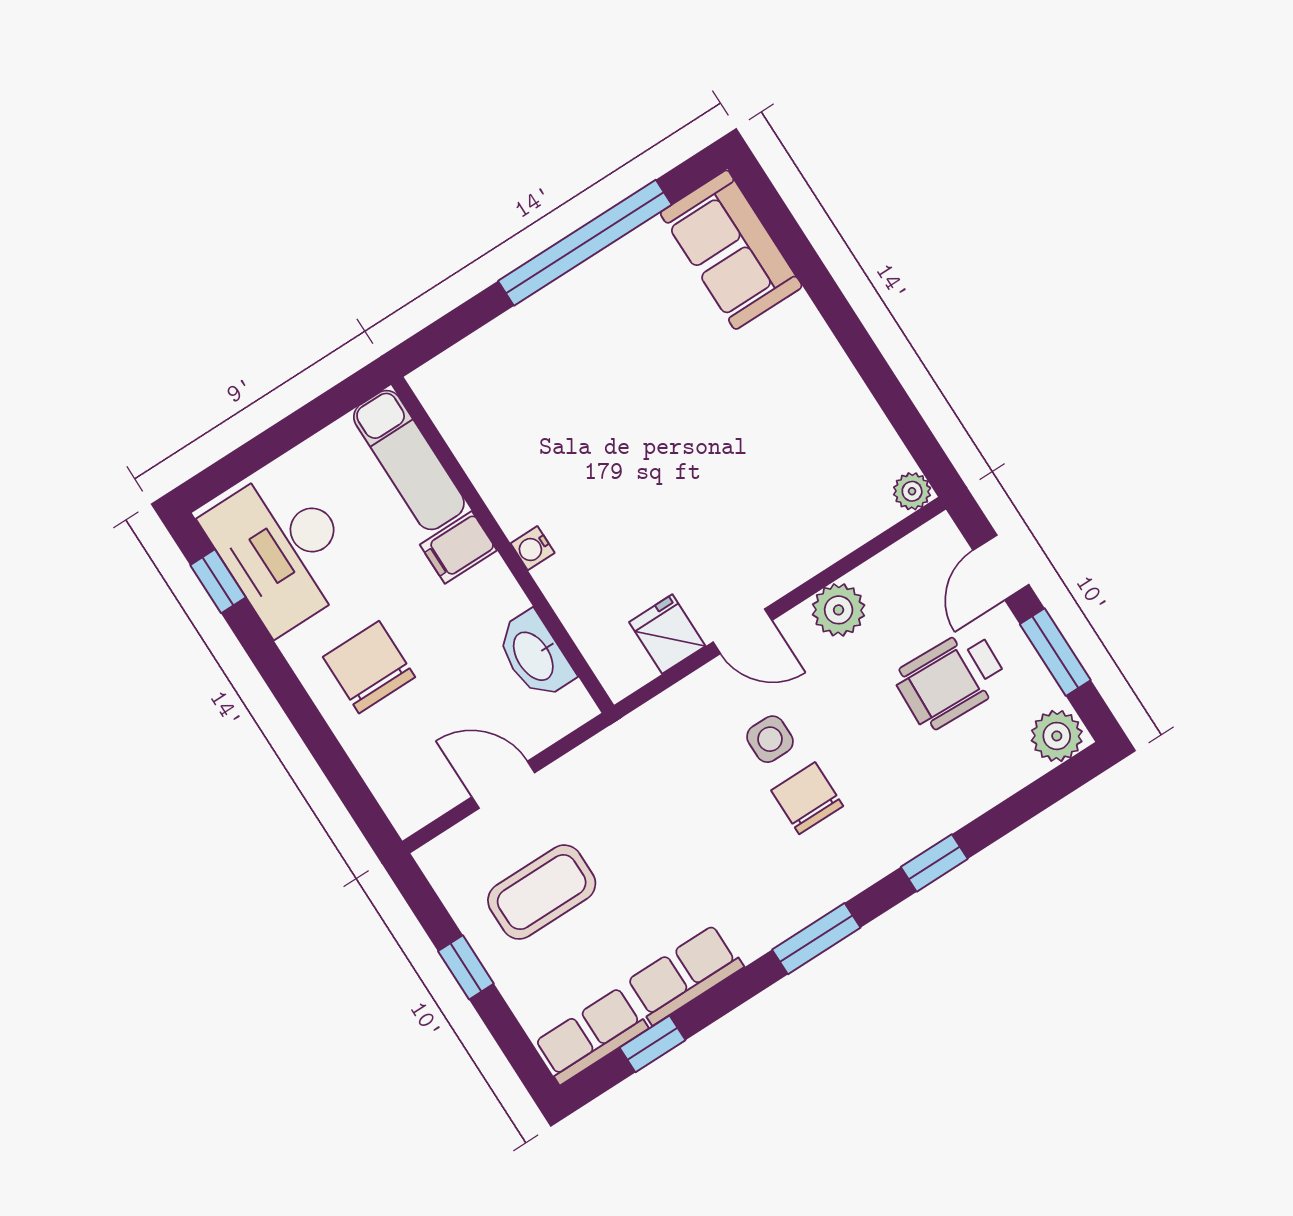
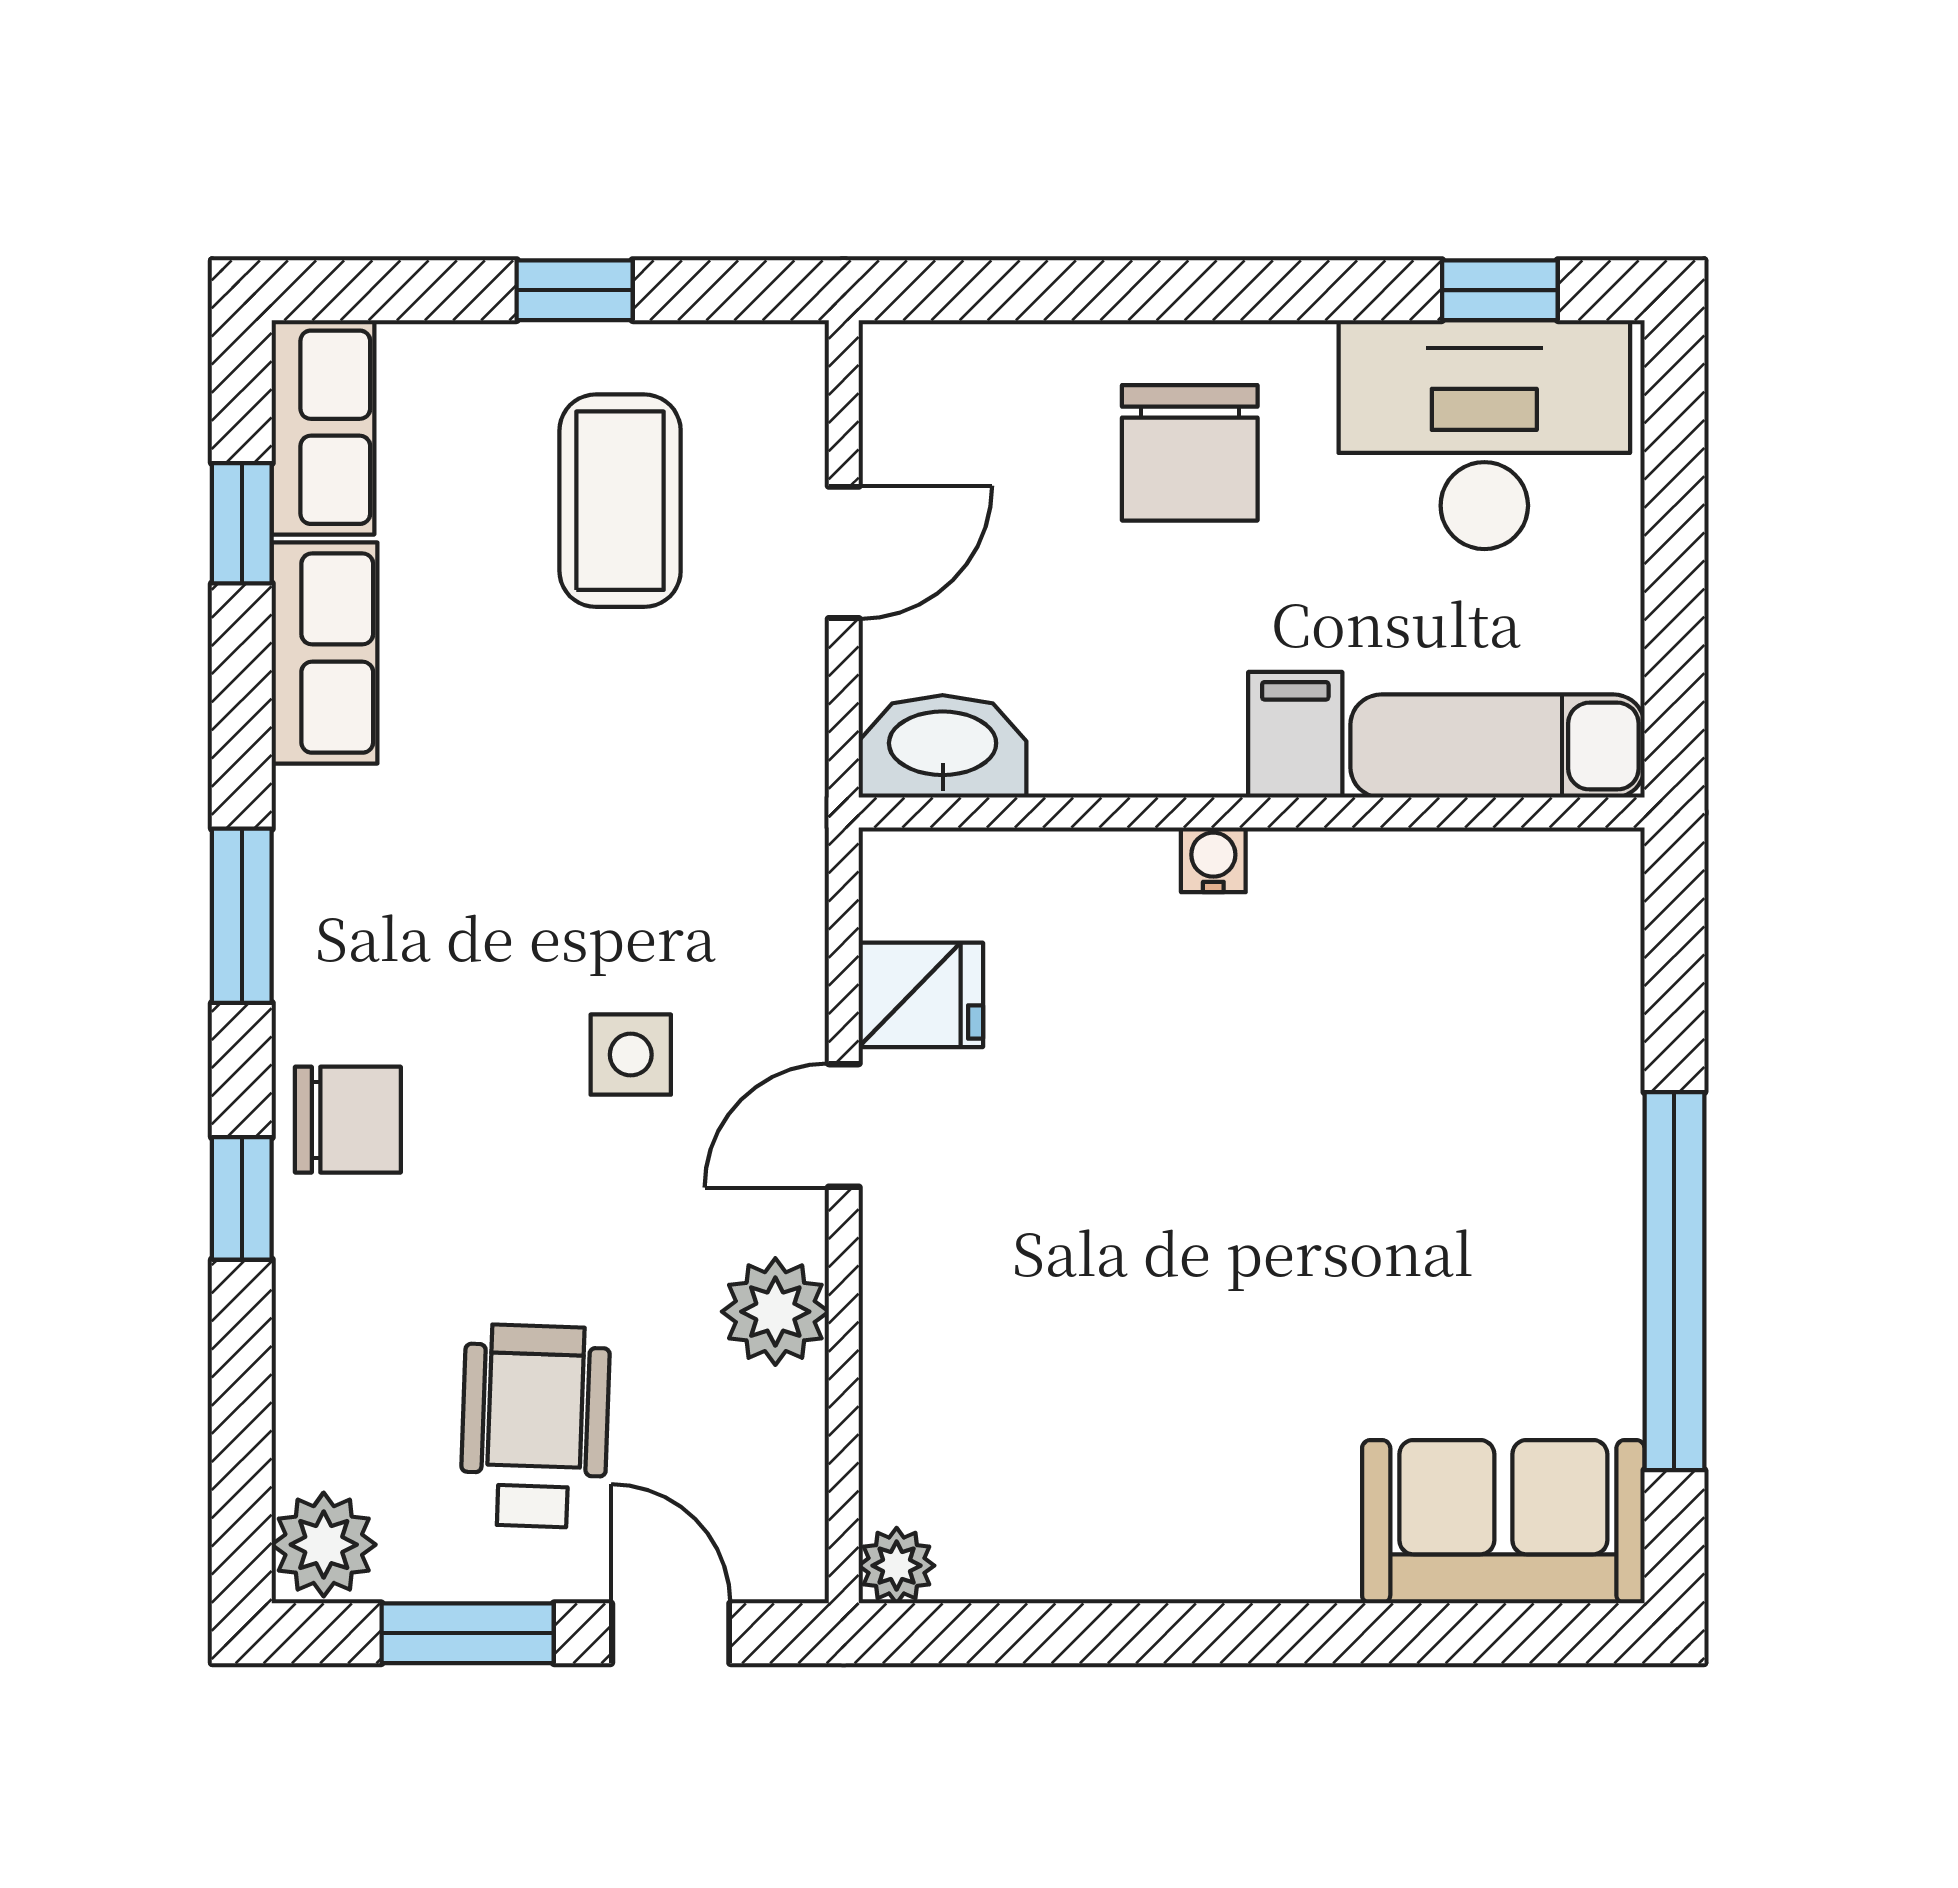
washbasin: (534, 655) -> (943, 746), moved
chair: (369, 667) -> (1190, 453), turned 90
chair: (807, 798) -> (348, 1120), moved

